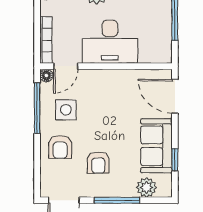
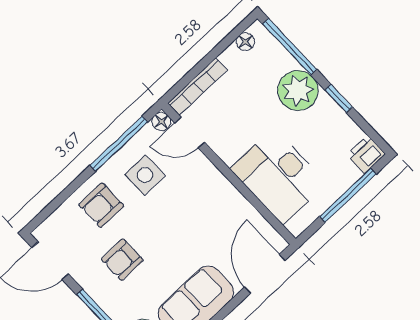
desk: (110, 42) -> (278, 176), moved

